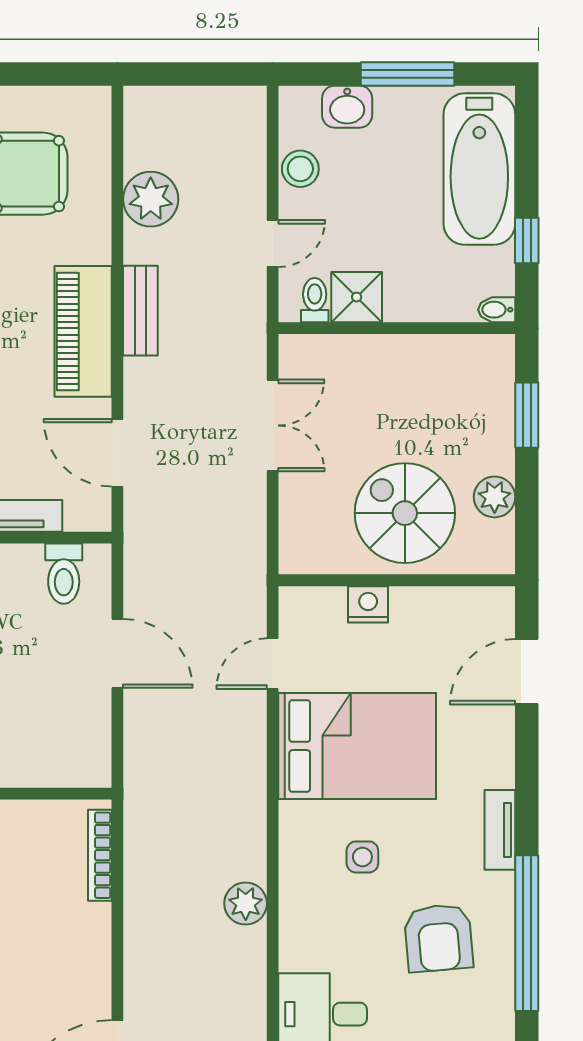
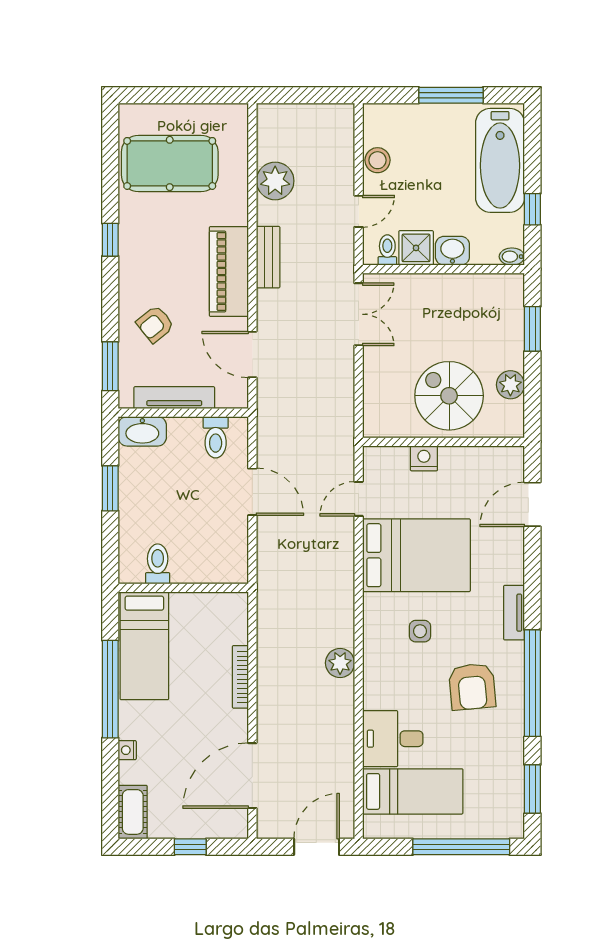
washbasin: (347, 107) -> (452, 251), moved, turned 180
double door: (273, 425) -> (359, 314), moved
bookcase: (100, 855) -> (240, 677), moved

